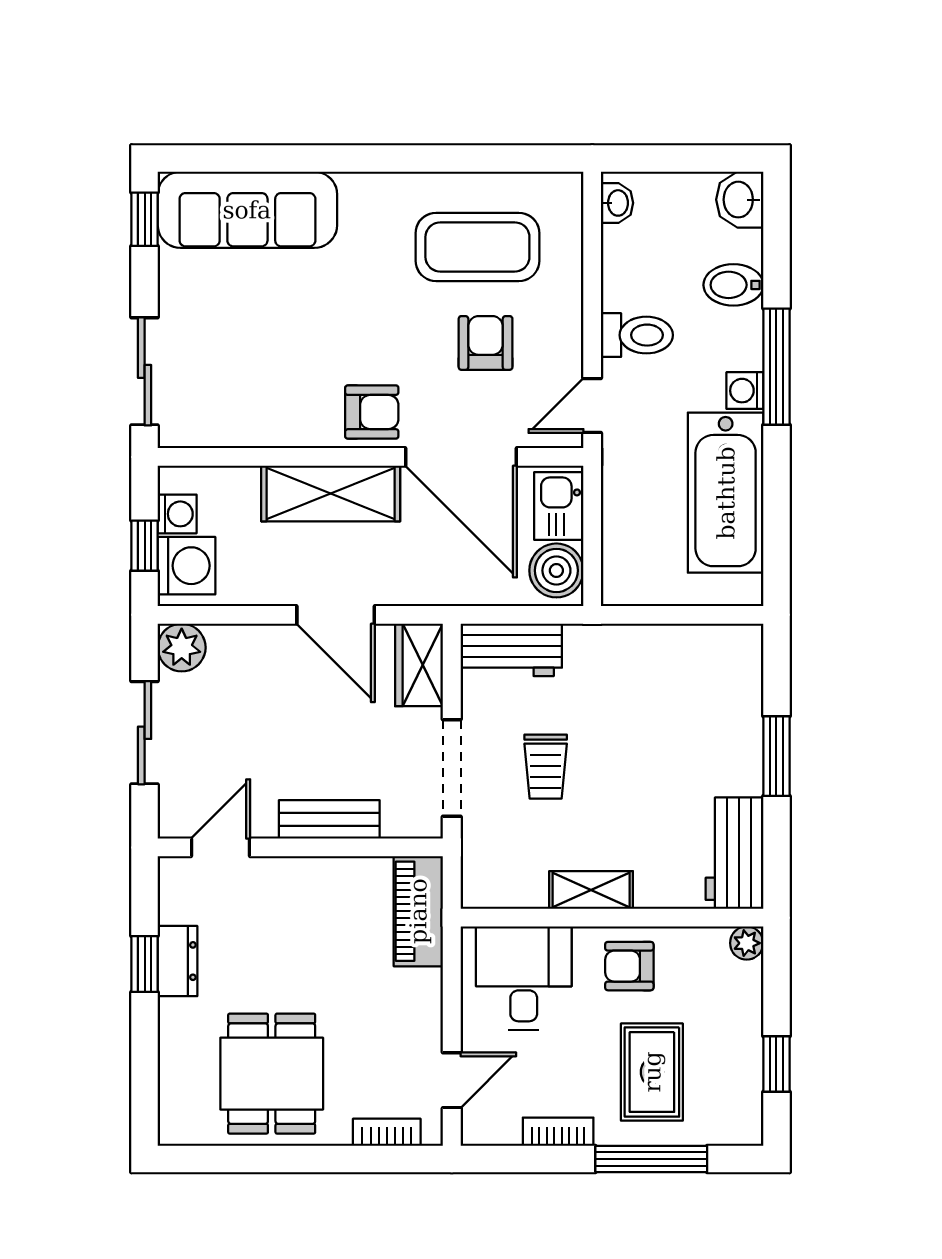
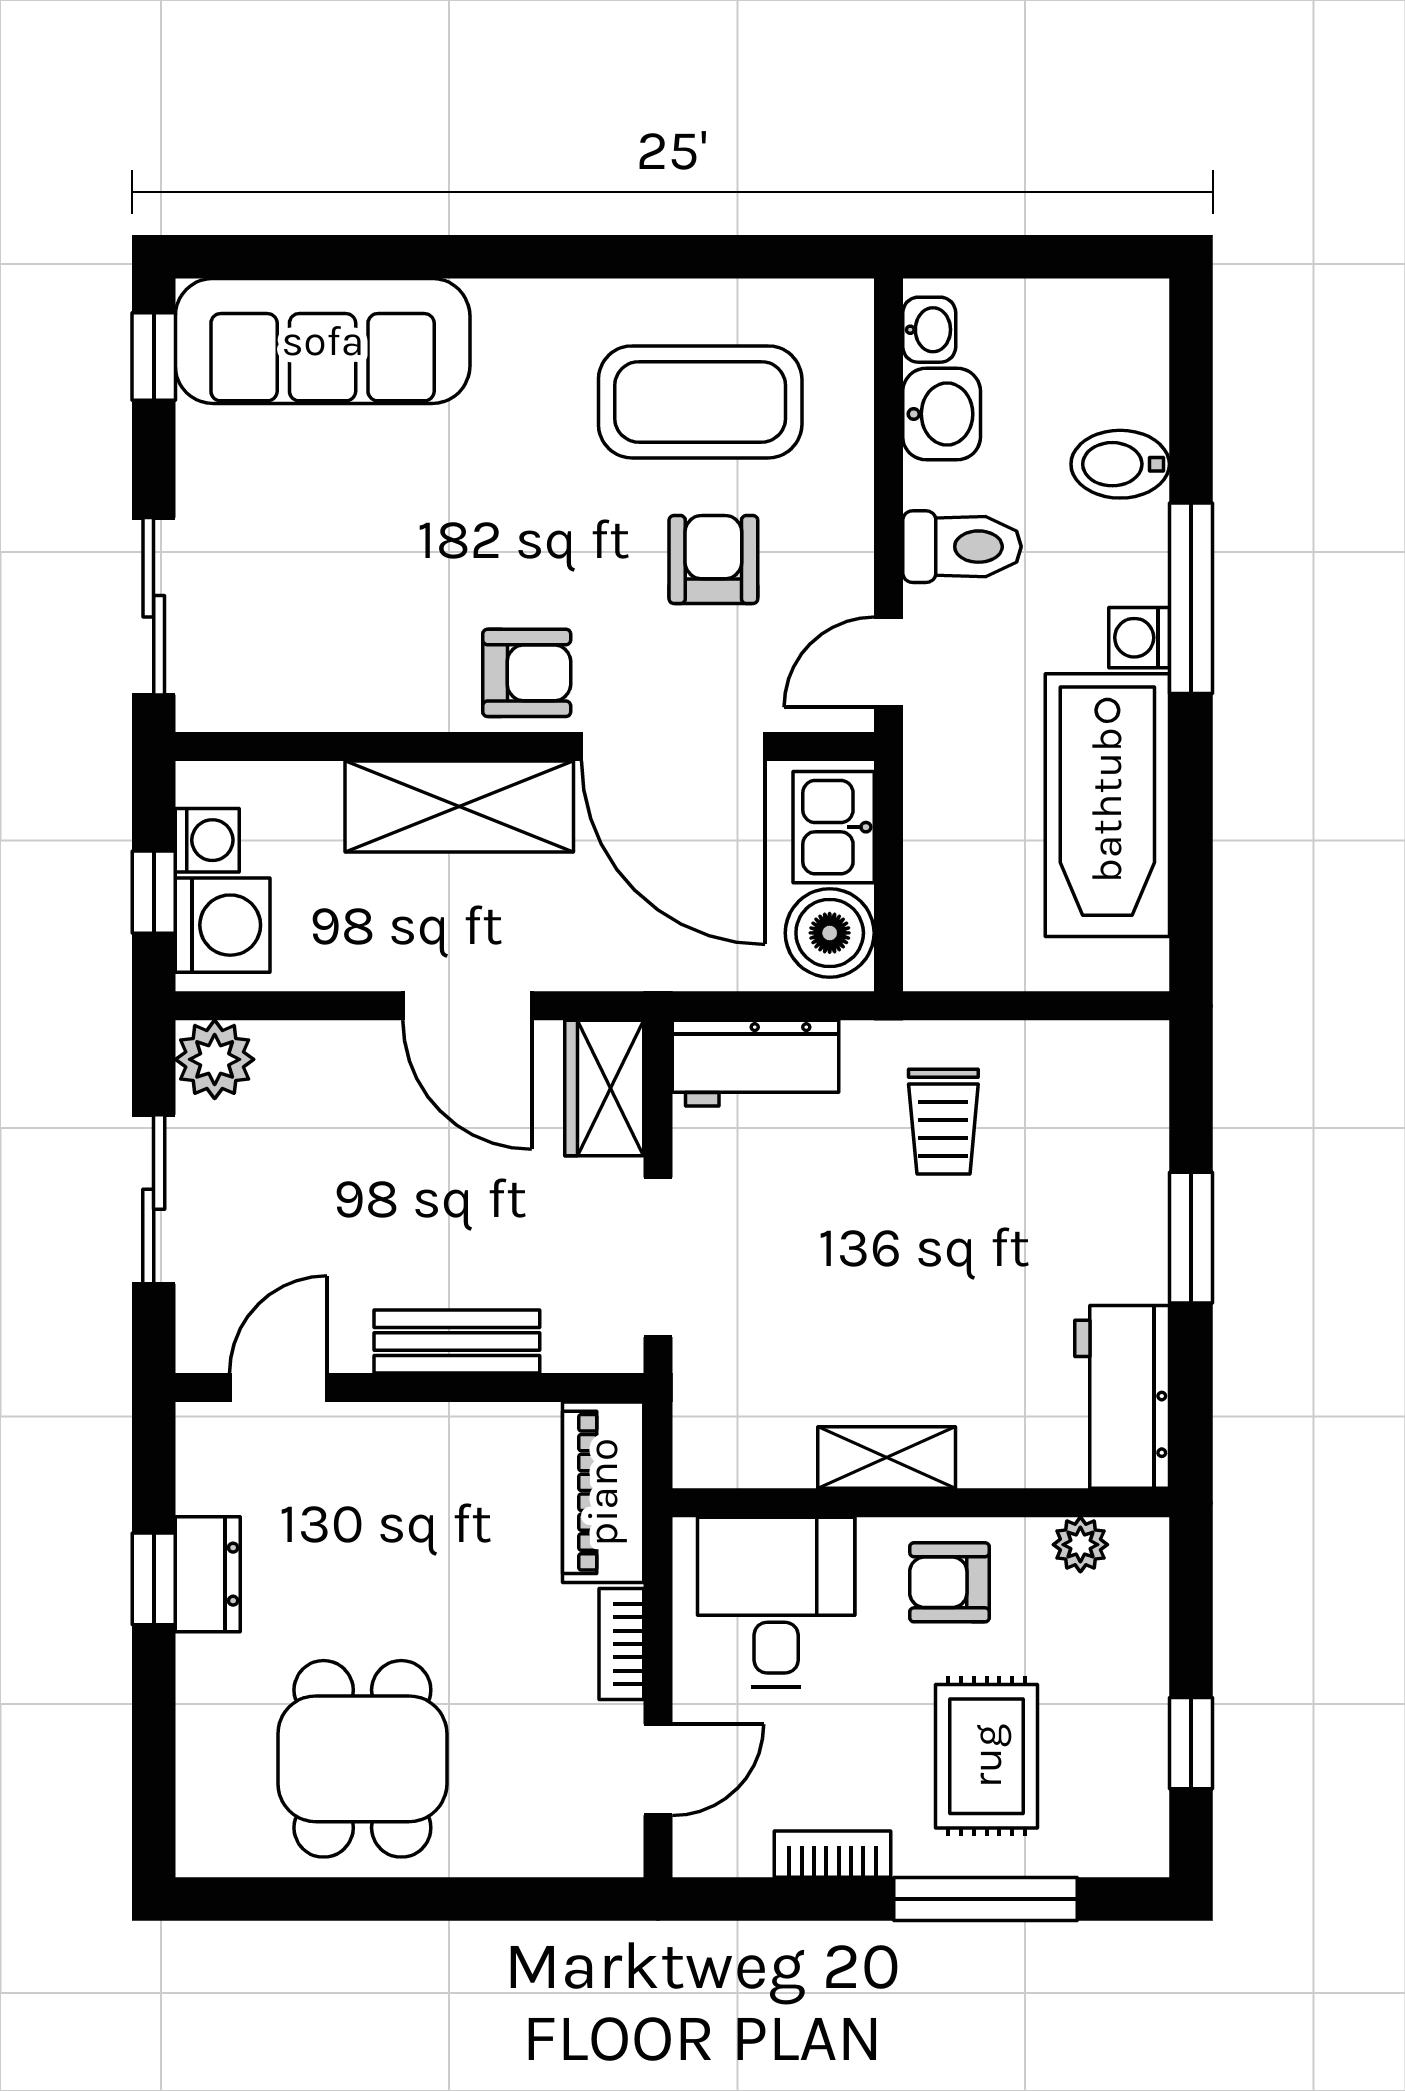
washbasin: (740, 200) -> (942, 414), moved, turned 180
trolley: (546, 767) -> (943, 1122), moved
plant: (747, 943) -> (1080, 1545), moved
bookcase: (387, 1132) -> (621, 1644), moved, turned -90

